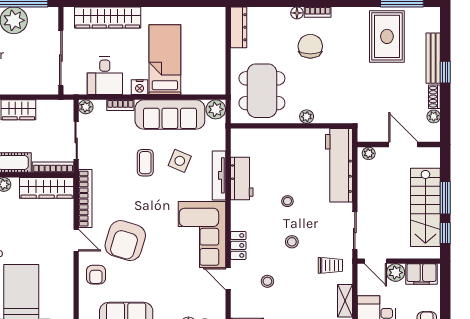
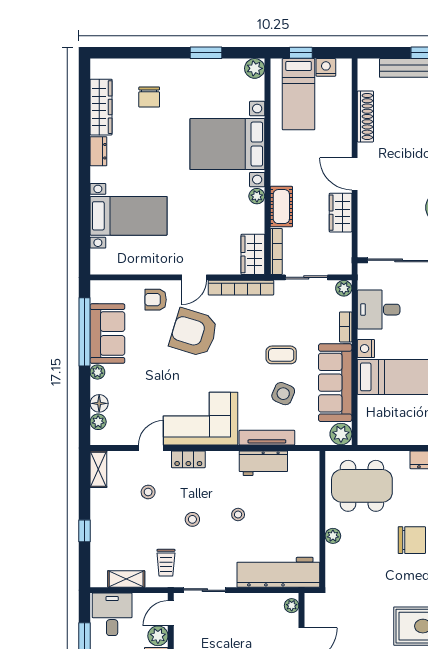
wardrobe: (47, 188) -> (253, 254), width x0.67

